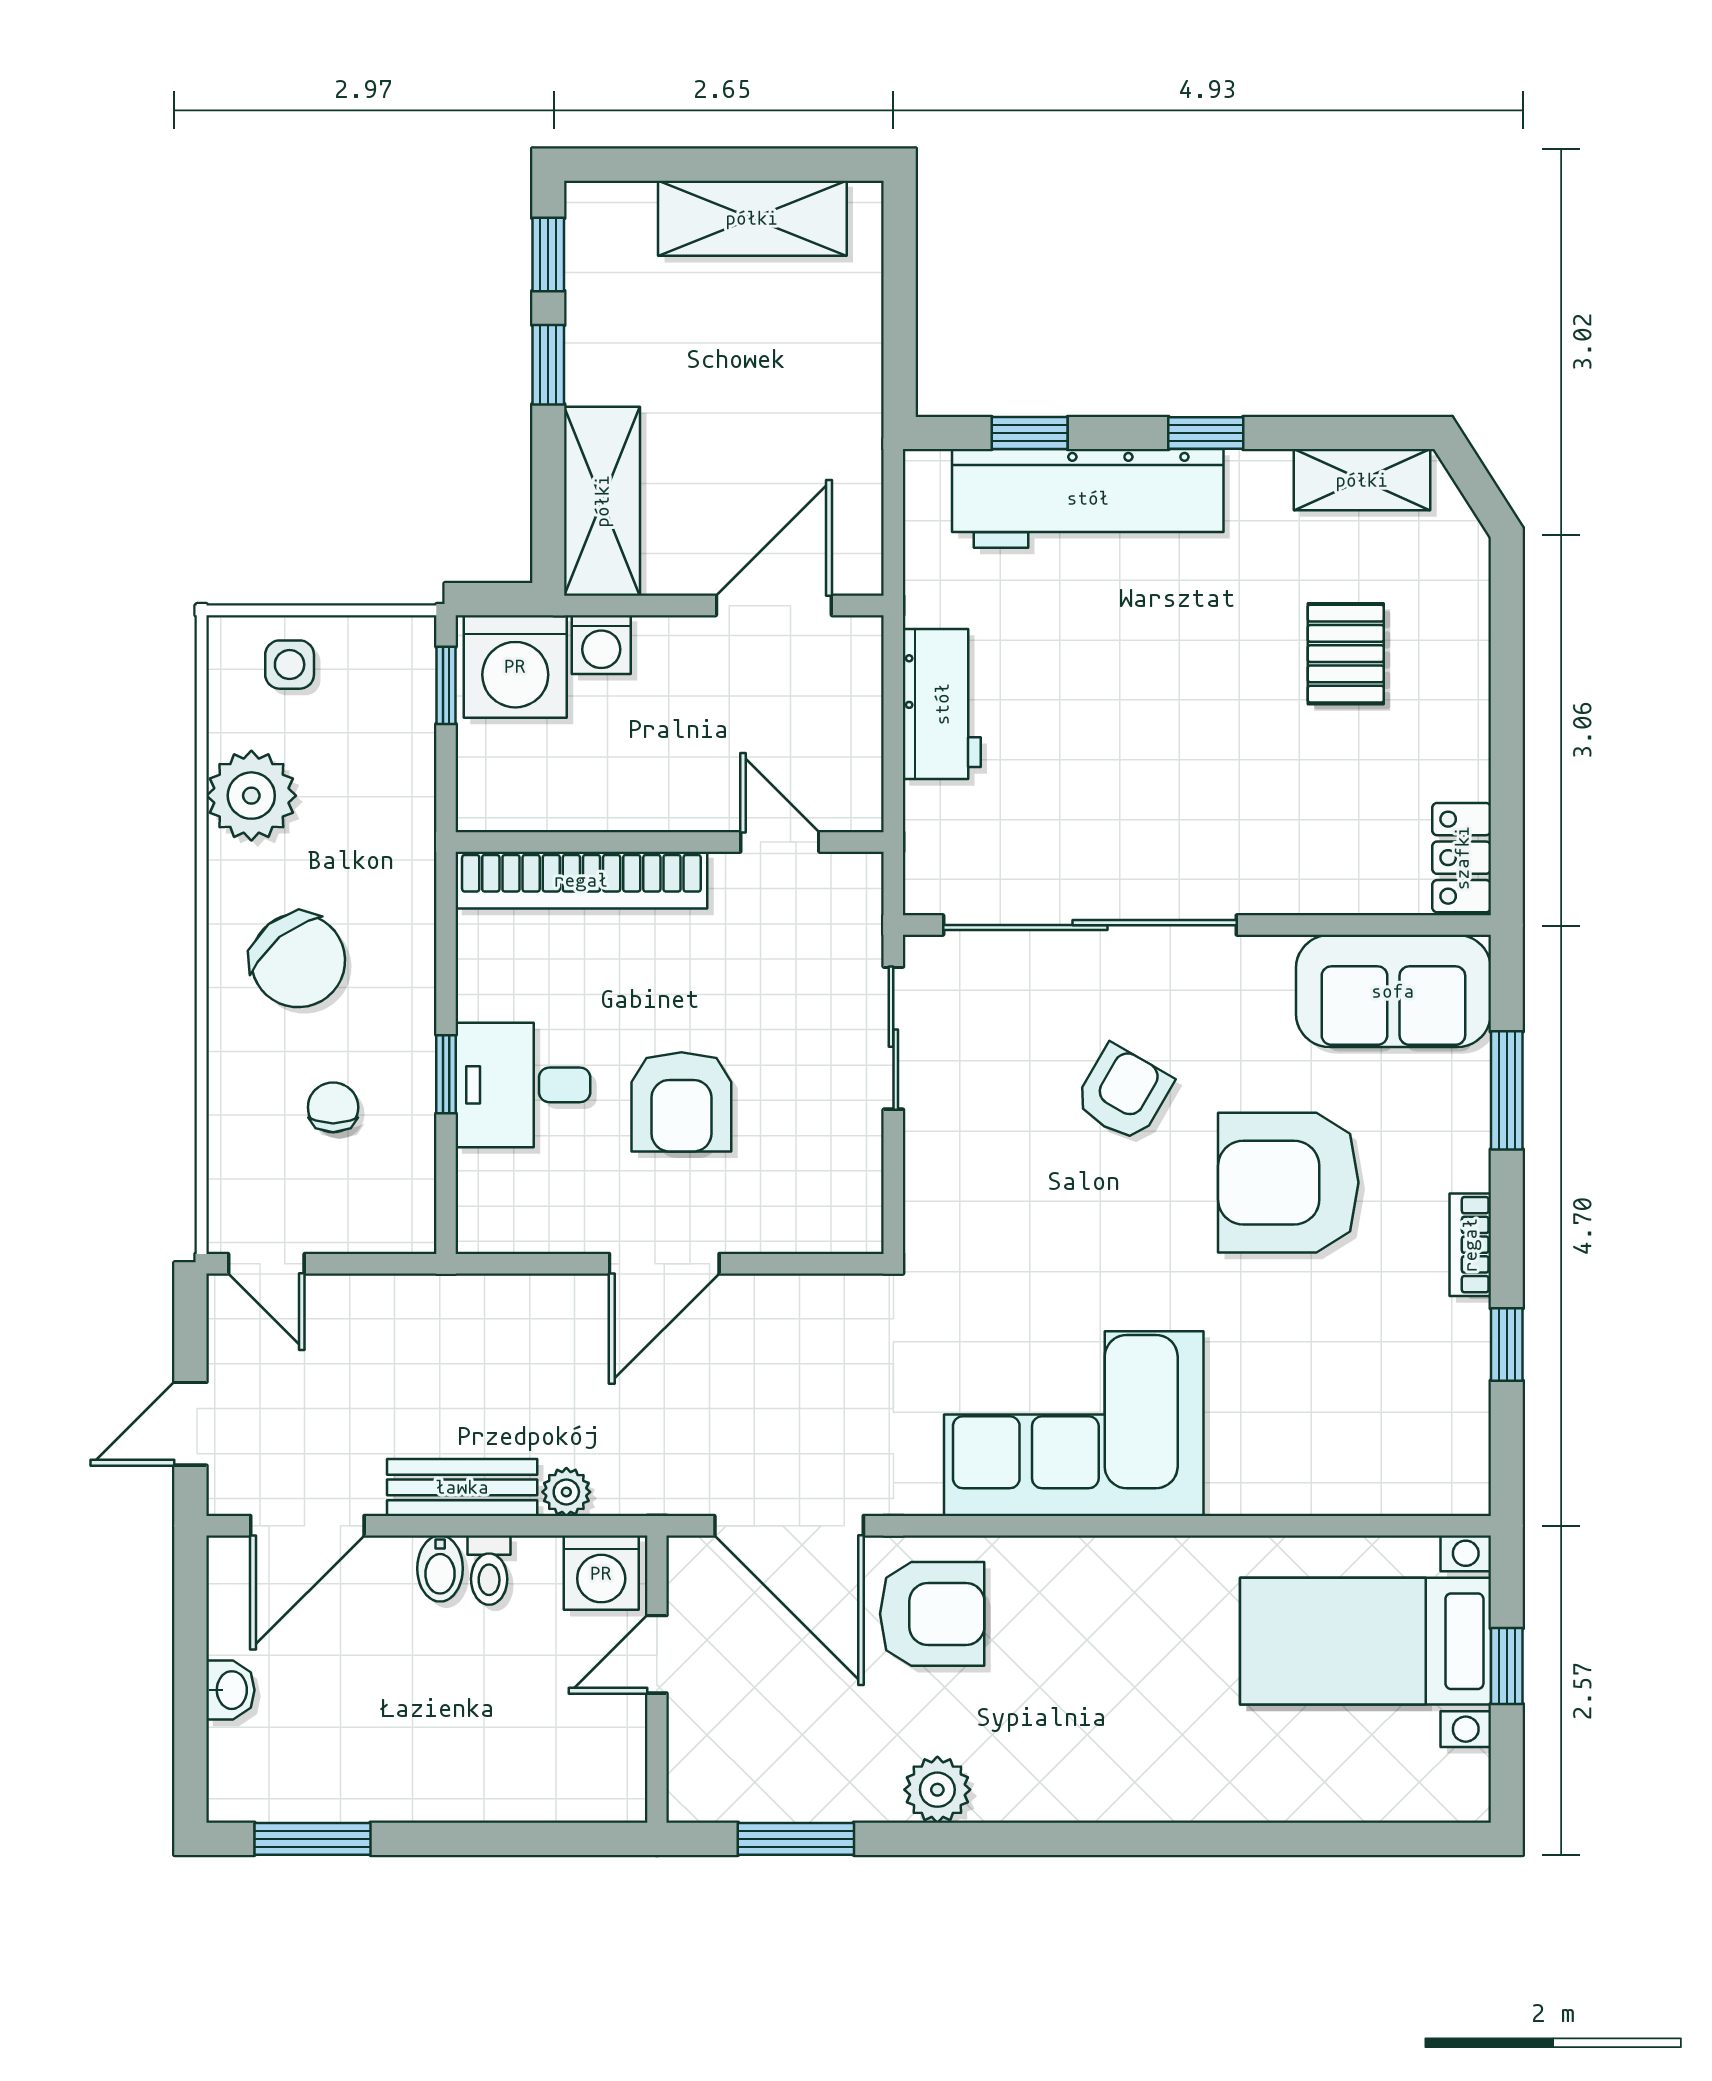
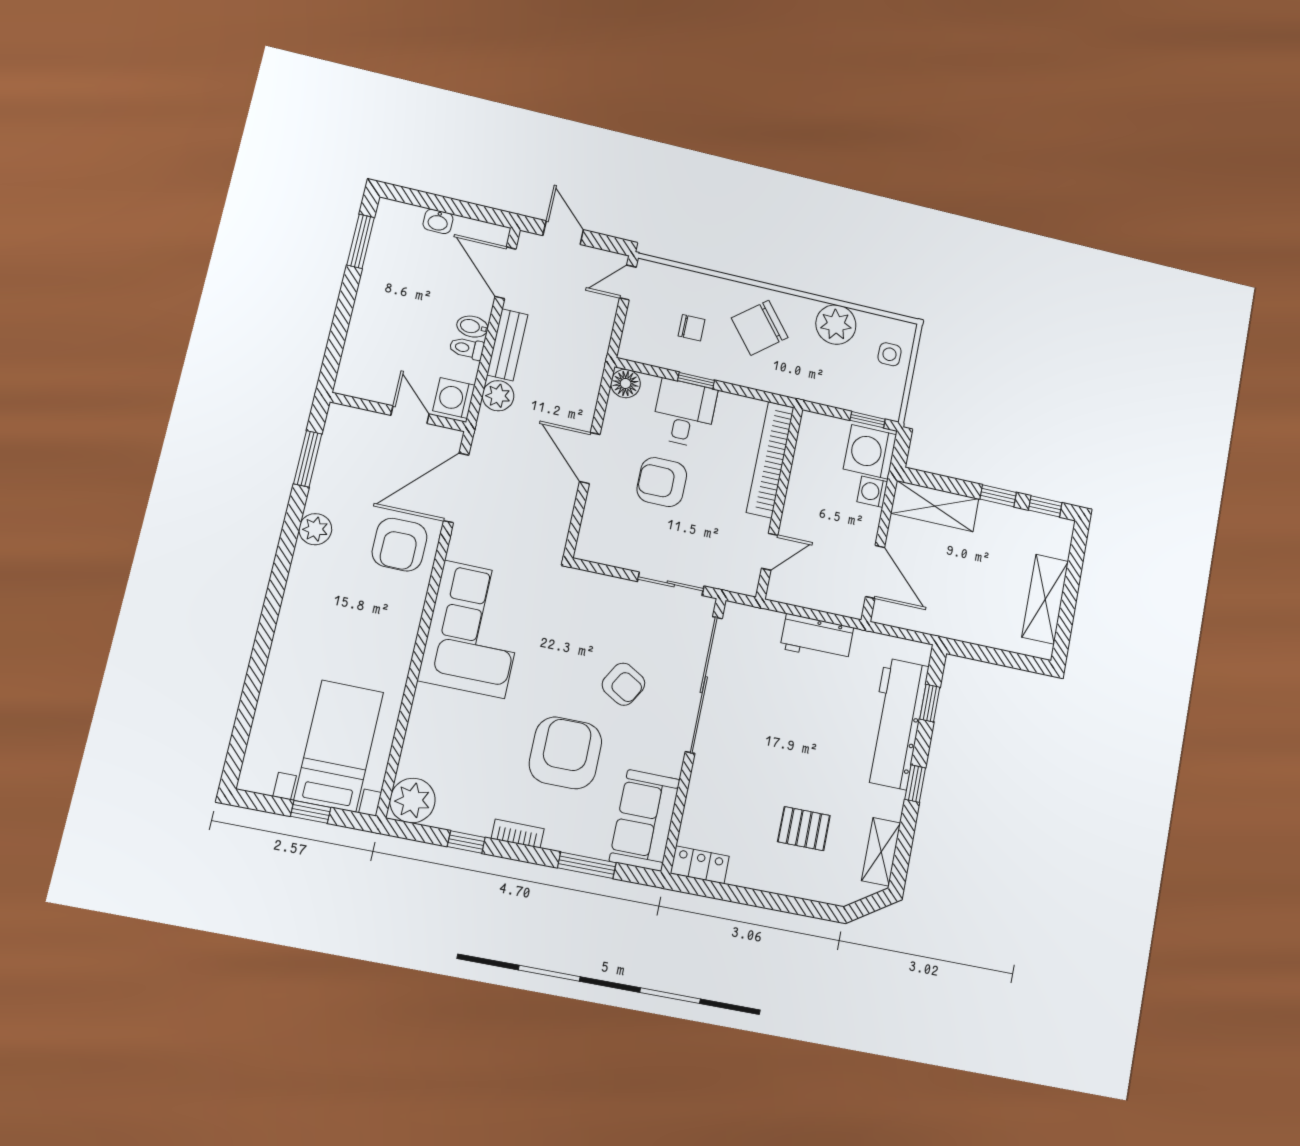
floor lamp: (487, 1222) -> (626, 383), added
plant: (1445, 1470) -> (412, 801), added
plant: (566, 1492) -> (498, 396), width x1.38, depth x1.38

